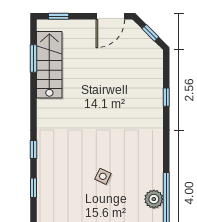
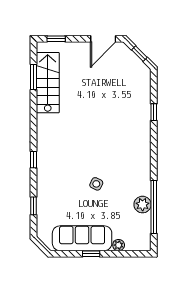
window: (34, 188) -> (33, 206), moved

